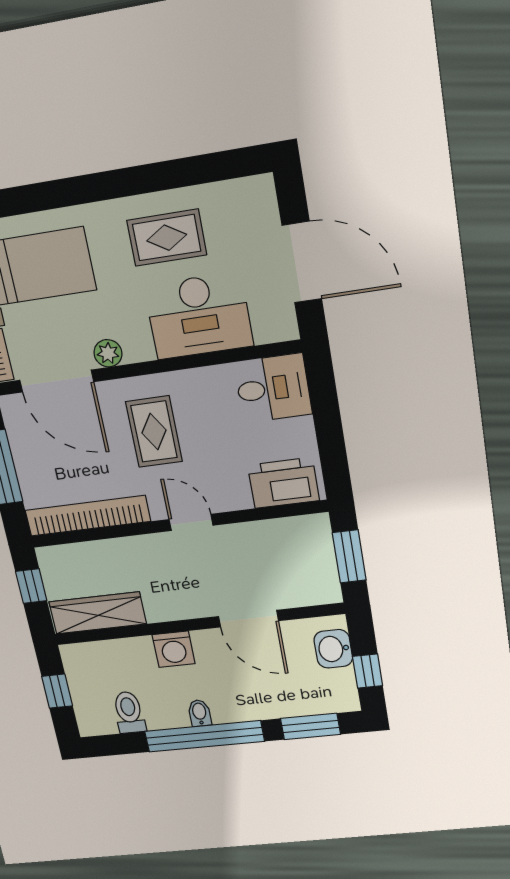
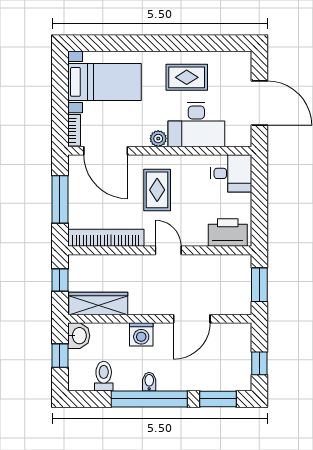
plant: (108, 353) -> (158, 139), moved
door: (248, 619) -> (192, 319), hinge flipped
washbasin: (333, 649) -> (79, 336), moved, turned 180

